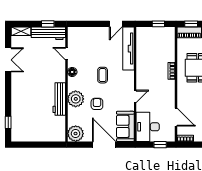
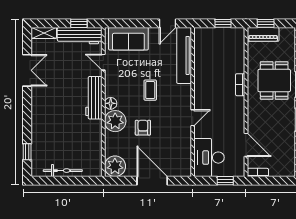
floor lamp: (72, 72) -> (111, 103), moved
workbench: (59, 99) -> (94, 98), moved
sofa: (125, 126) -> (128, 39), moved, turned -90
bicycle: (36, 137) -> (63, 171), added

